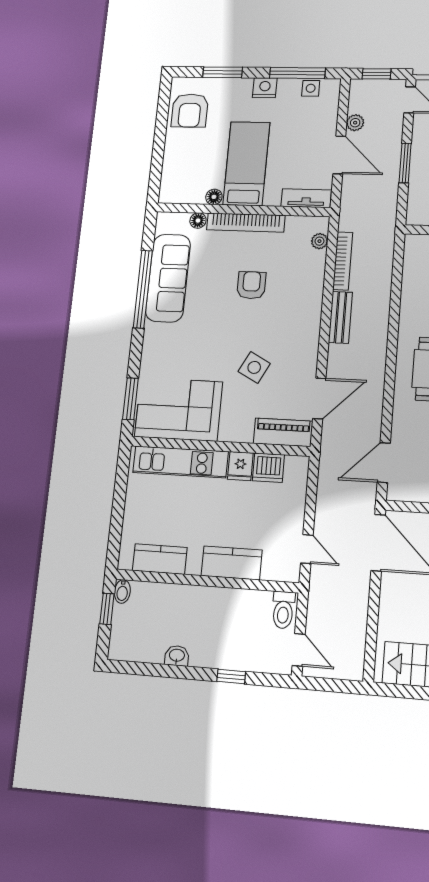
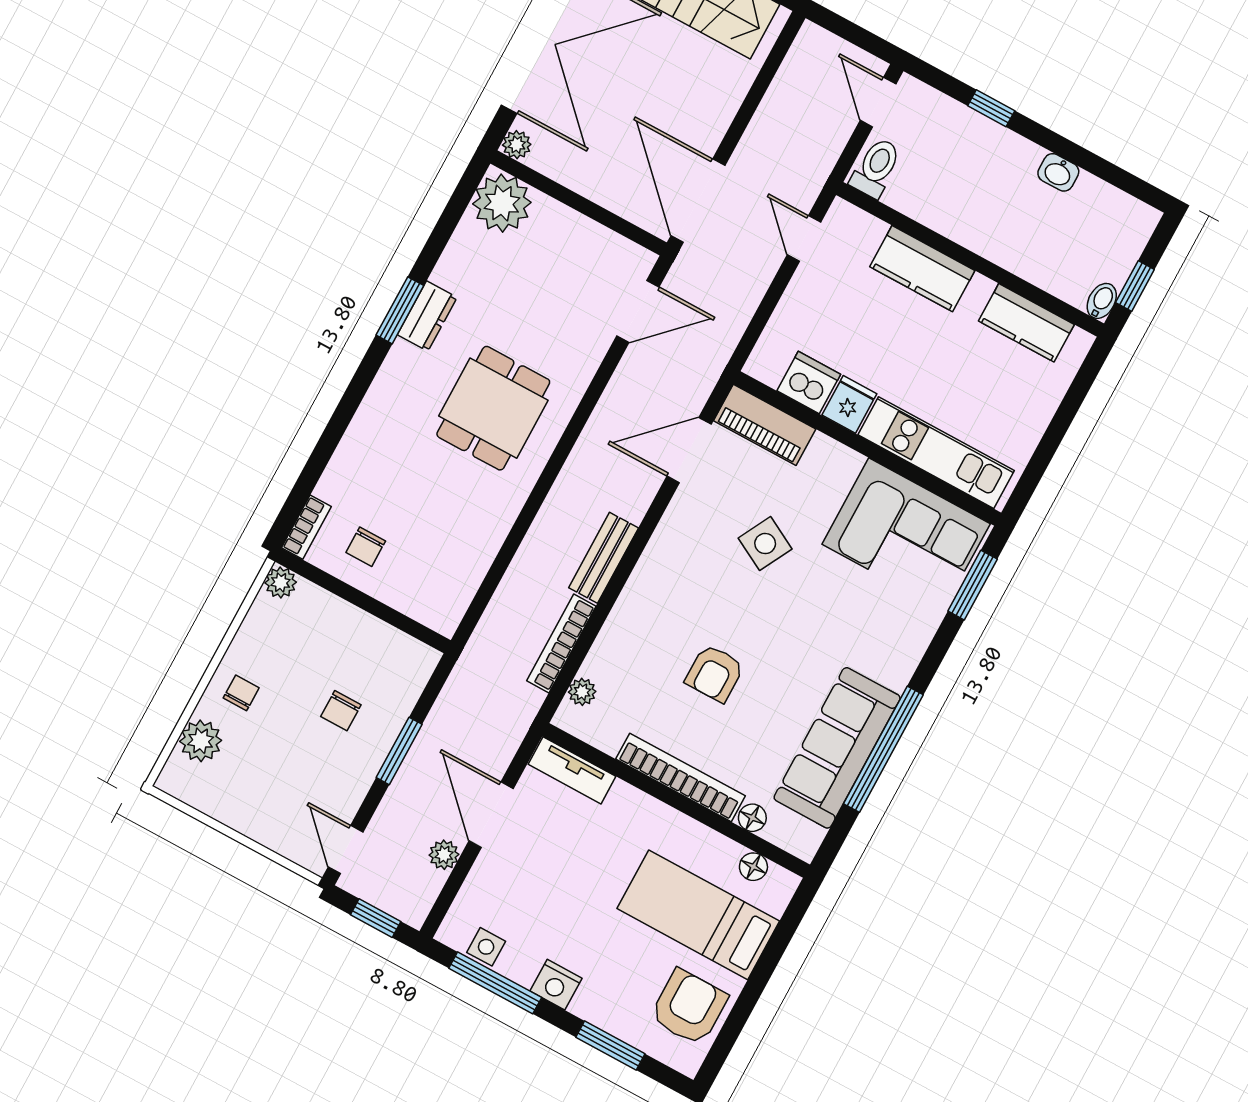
bed: (246, 164) -> (698, 915), moved, turned 90
floor lamp: (214, 197) -> (753, 867), moved

